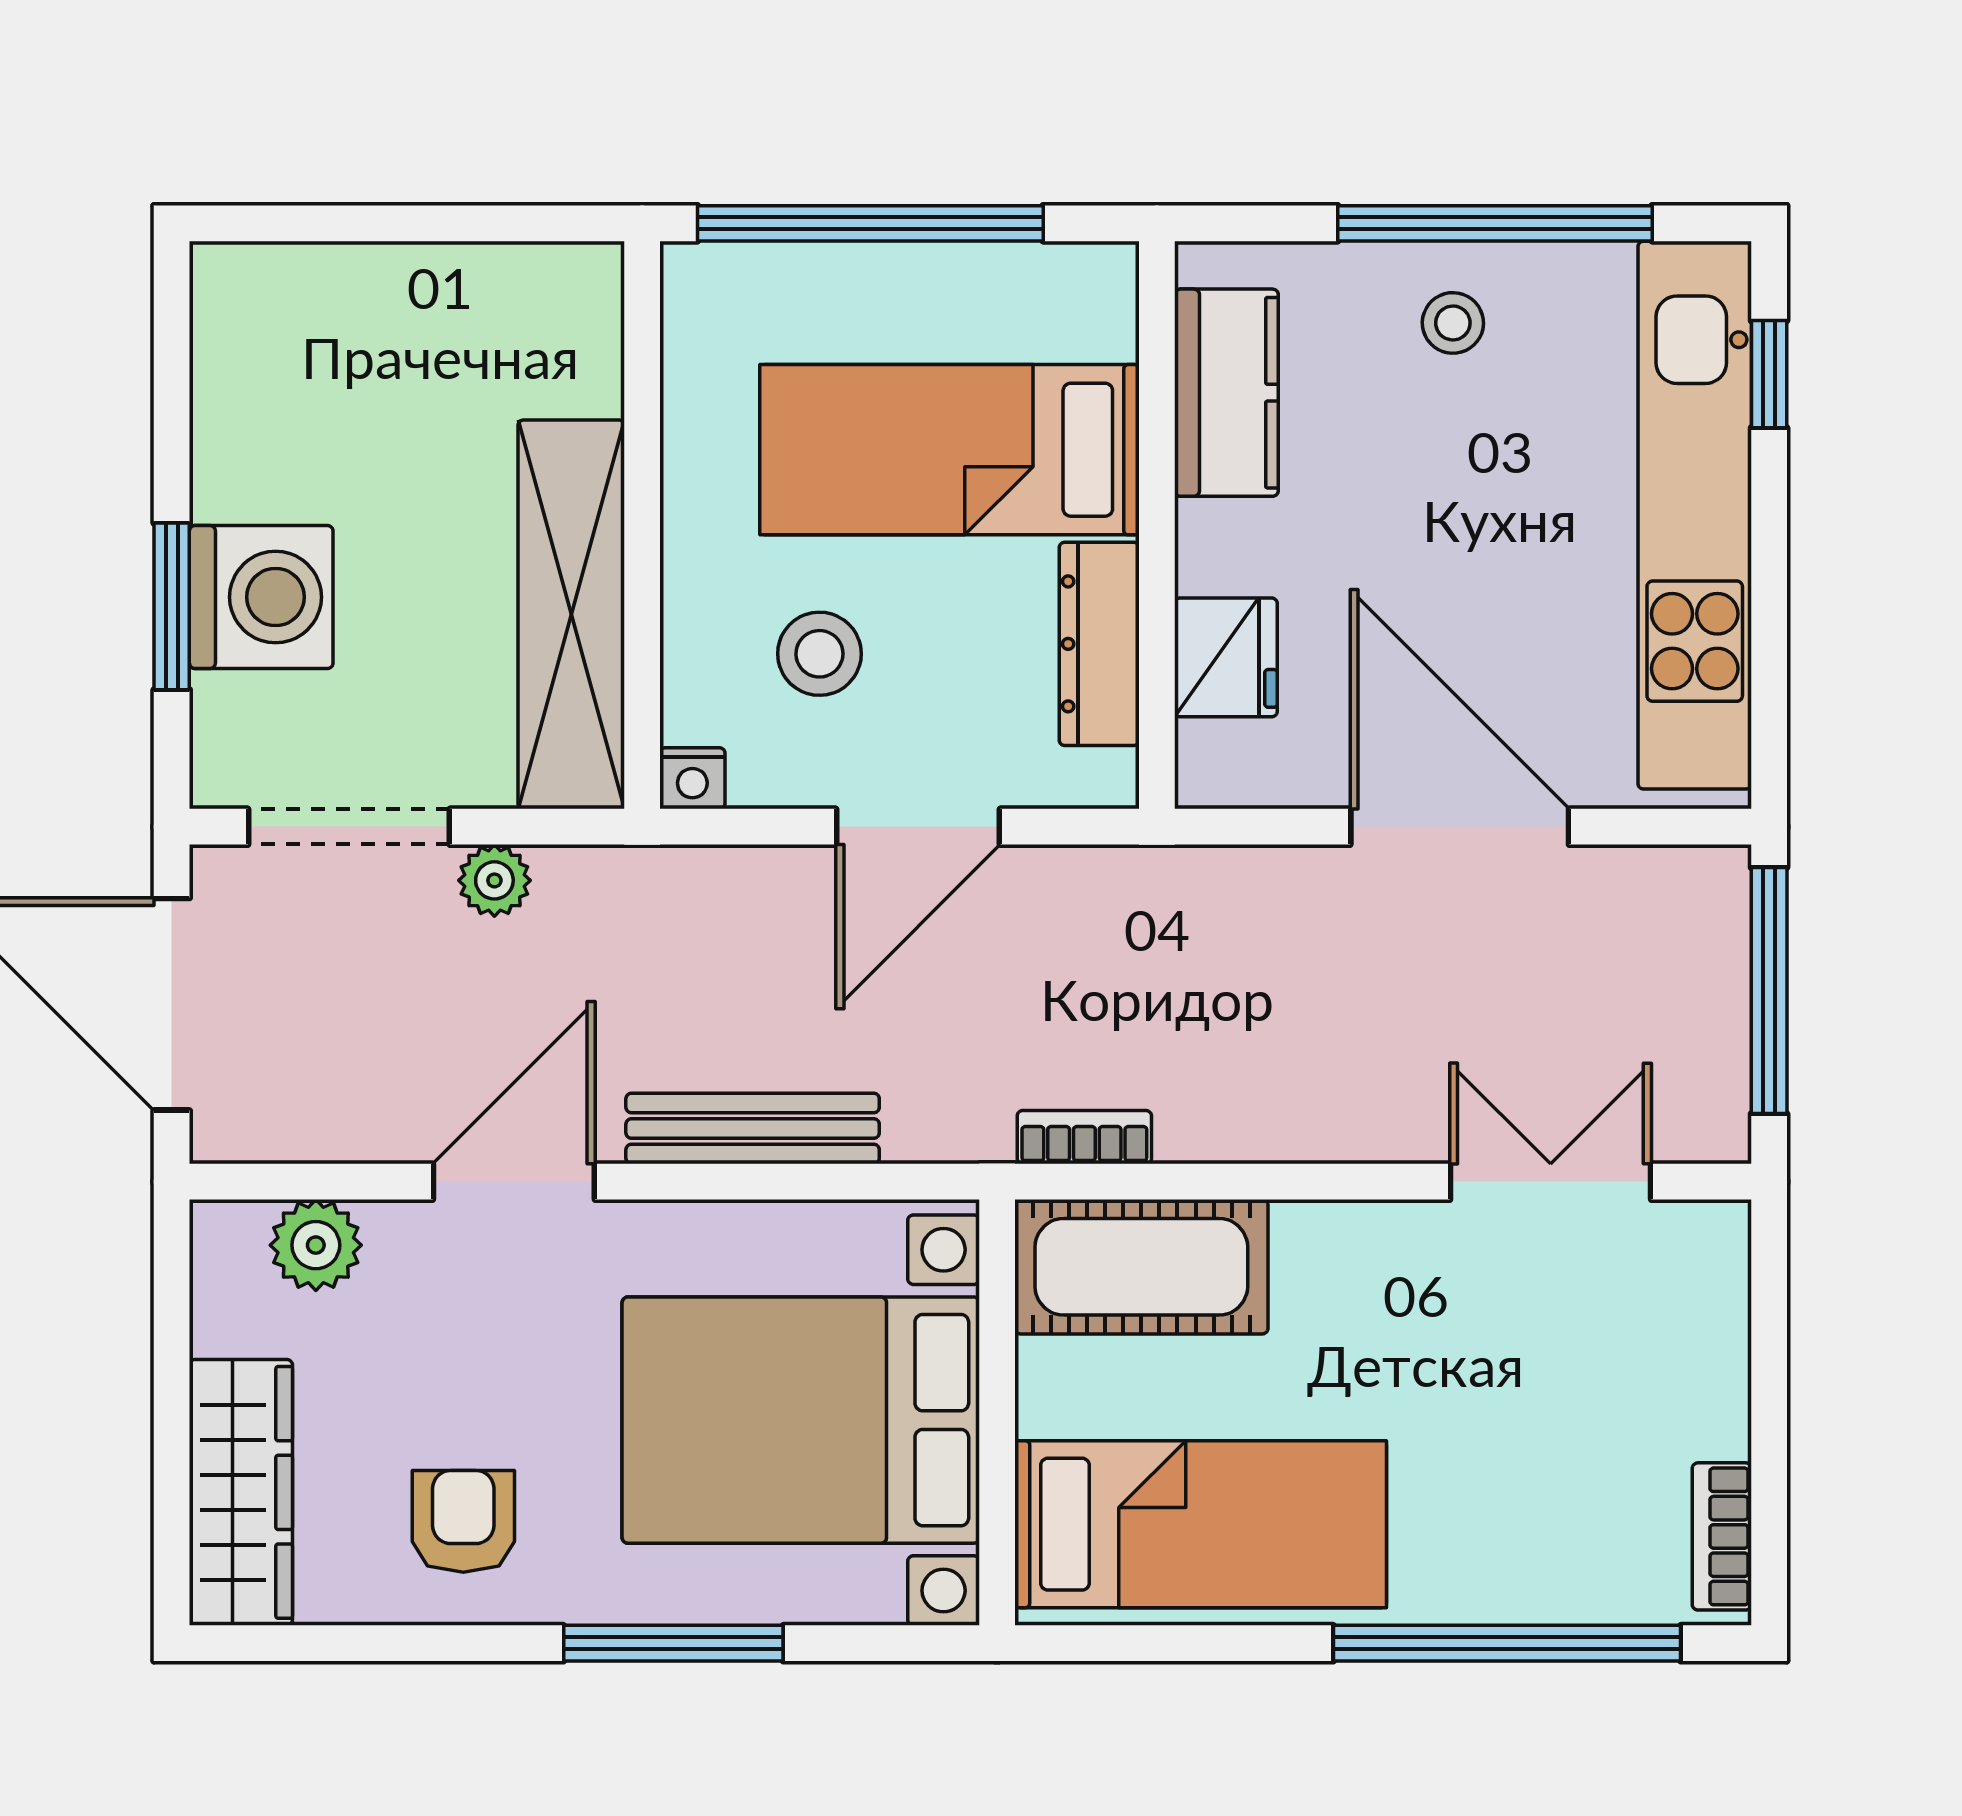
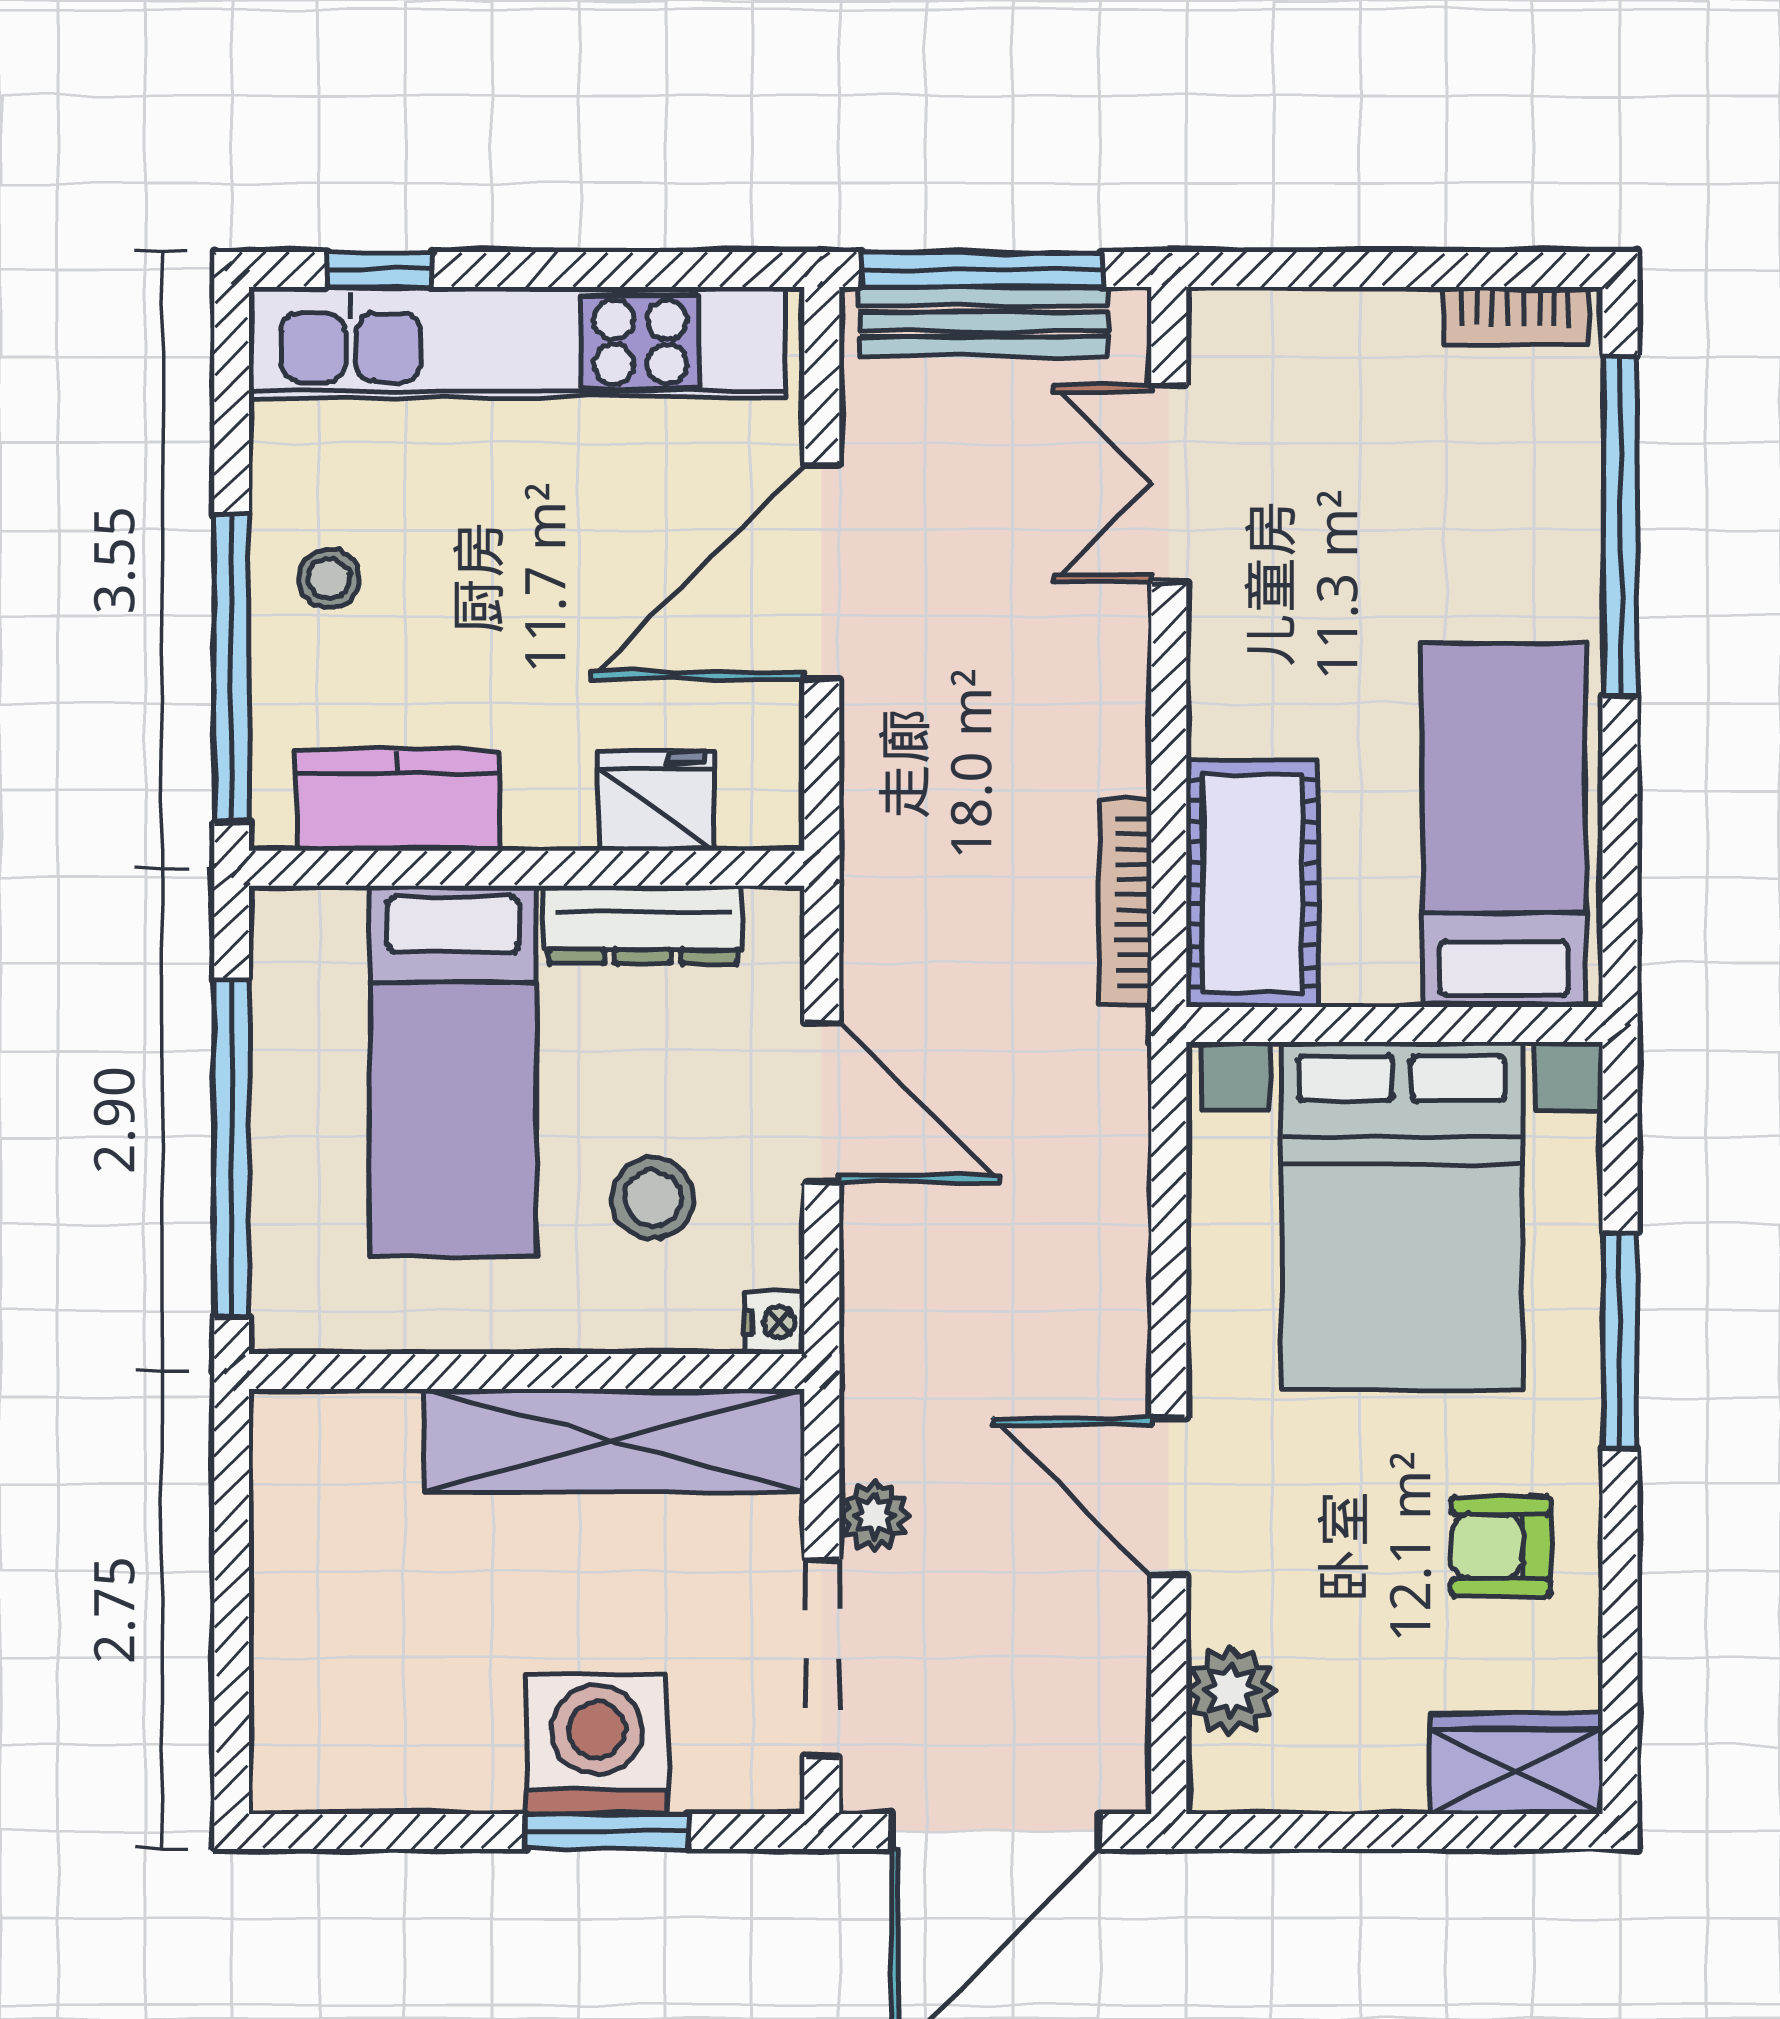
window: (1495, 223) -> (232, 668), moved
bench: (753, 1129) -> (983, 321), moved, turned 90
bookcase: (1084, 1137) -> (1125, 902), width x1.56
wardrobe: (241, 1492) -> (1516, 1764), width x0.67

